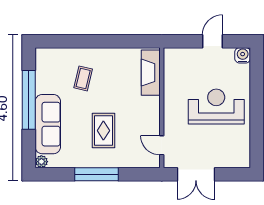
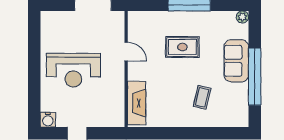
sofa: (48, 124) -> (236, 61), width x0.73
rug: (103, 131) -> (182, 47), turned 90
door: (162, 145) -> (126, 52), moved

